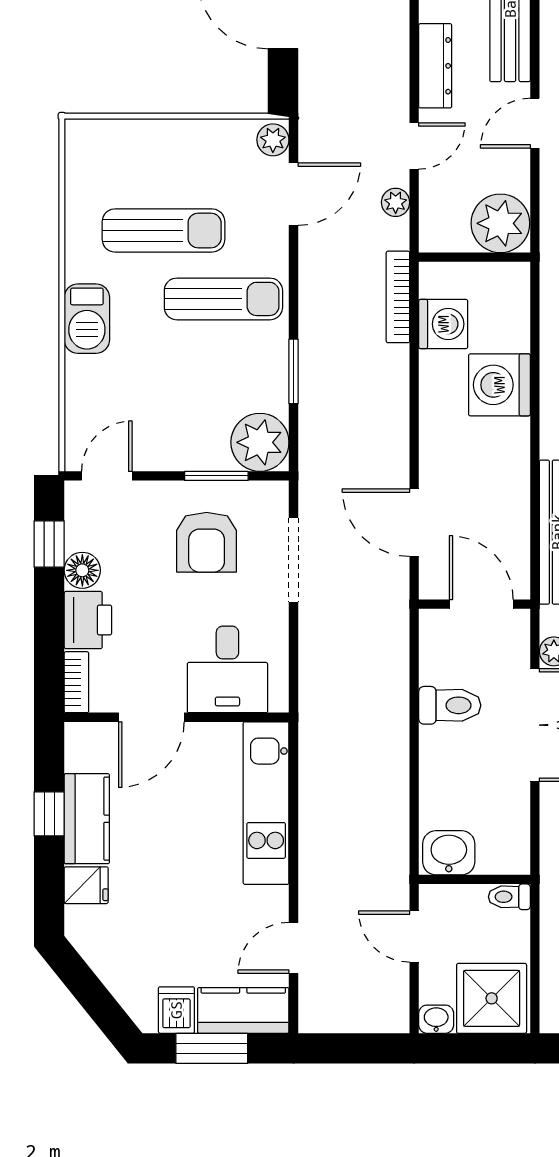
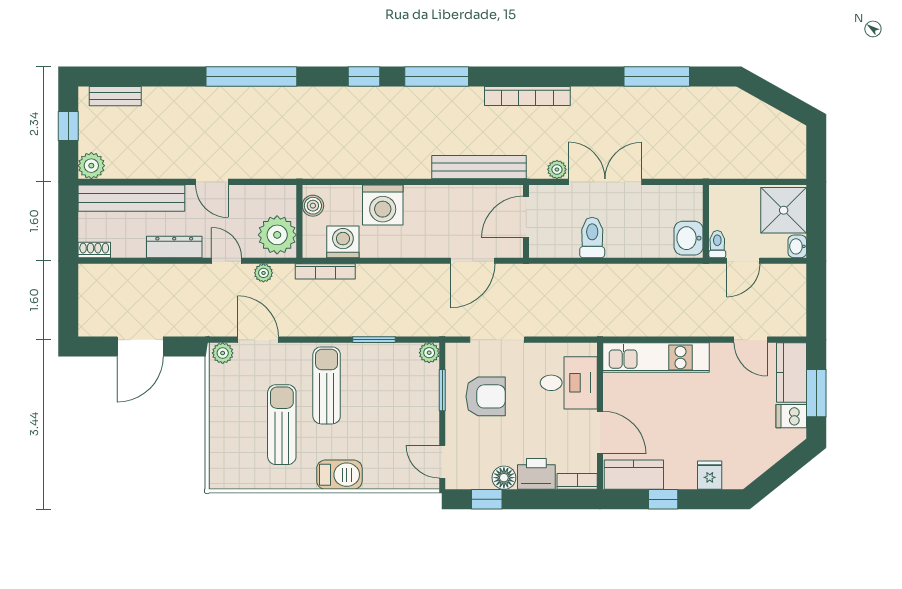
plant: (500, 223) -> (277, 235), moved
boiler: (498, 278) -> (313, 206), added
plant: (260, 442) -> (429, 353), width x0.53, depth x0.53
kitchen counter: (87, 819) -> (634, 475), moved
toilet: (509, 897) -> (717, 244), moved, turned 180

